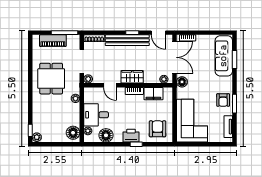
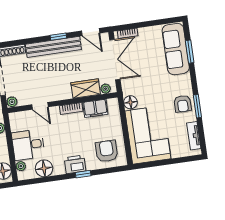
wardrobe: (132, 77) -> (86, 88), moved
floor lamp: (182, 82) -> (130, 102), moved

